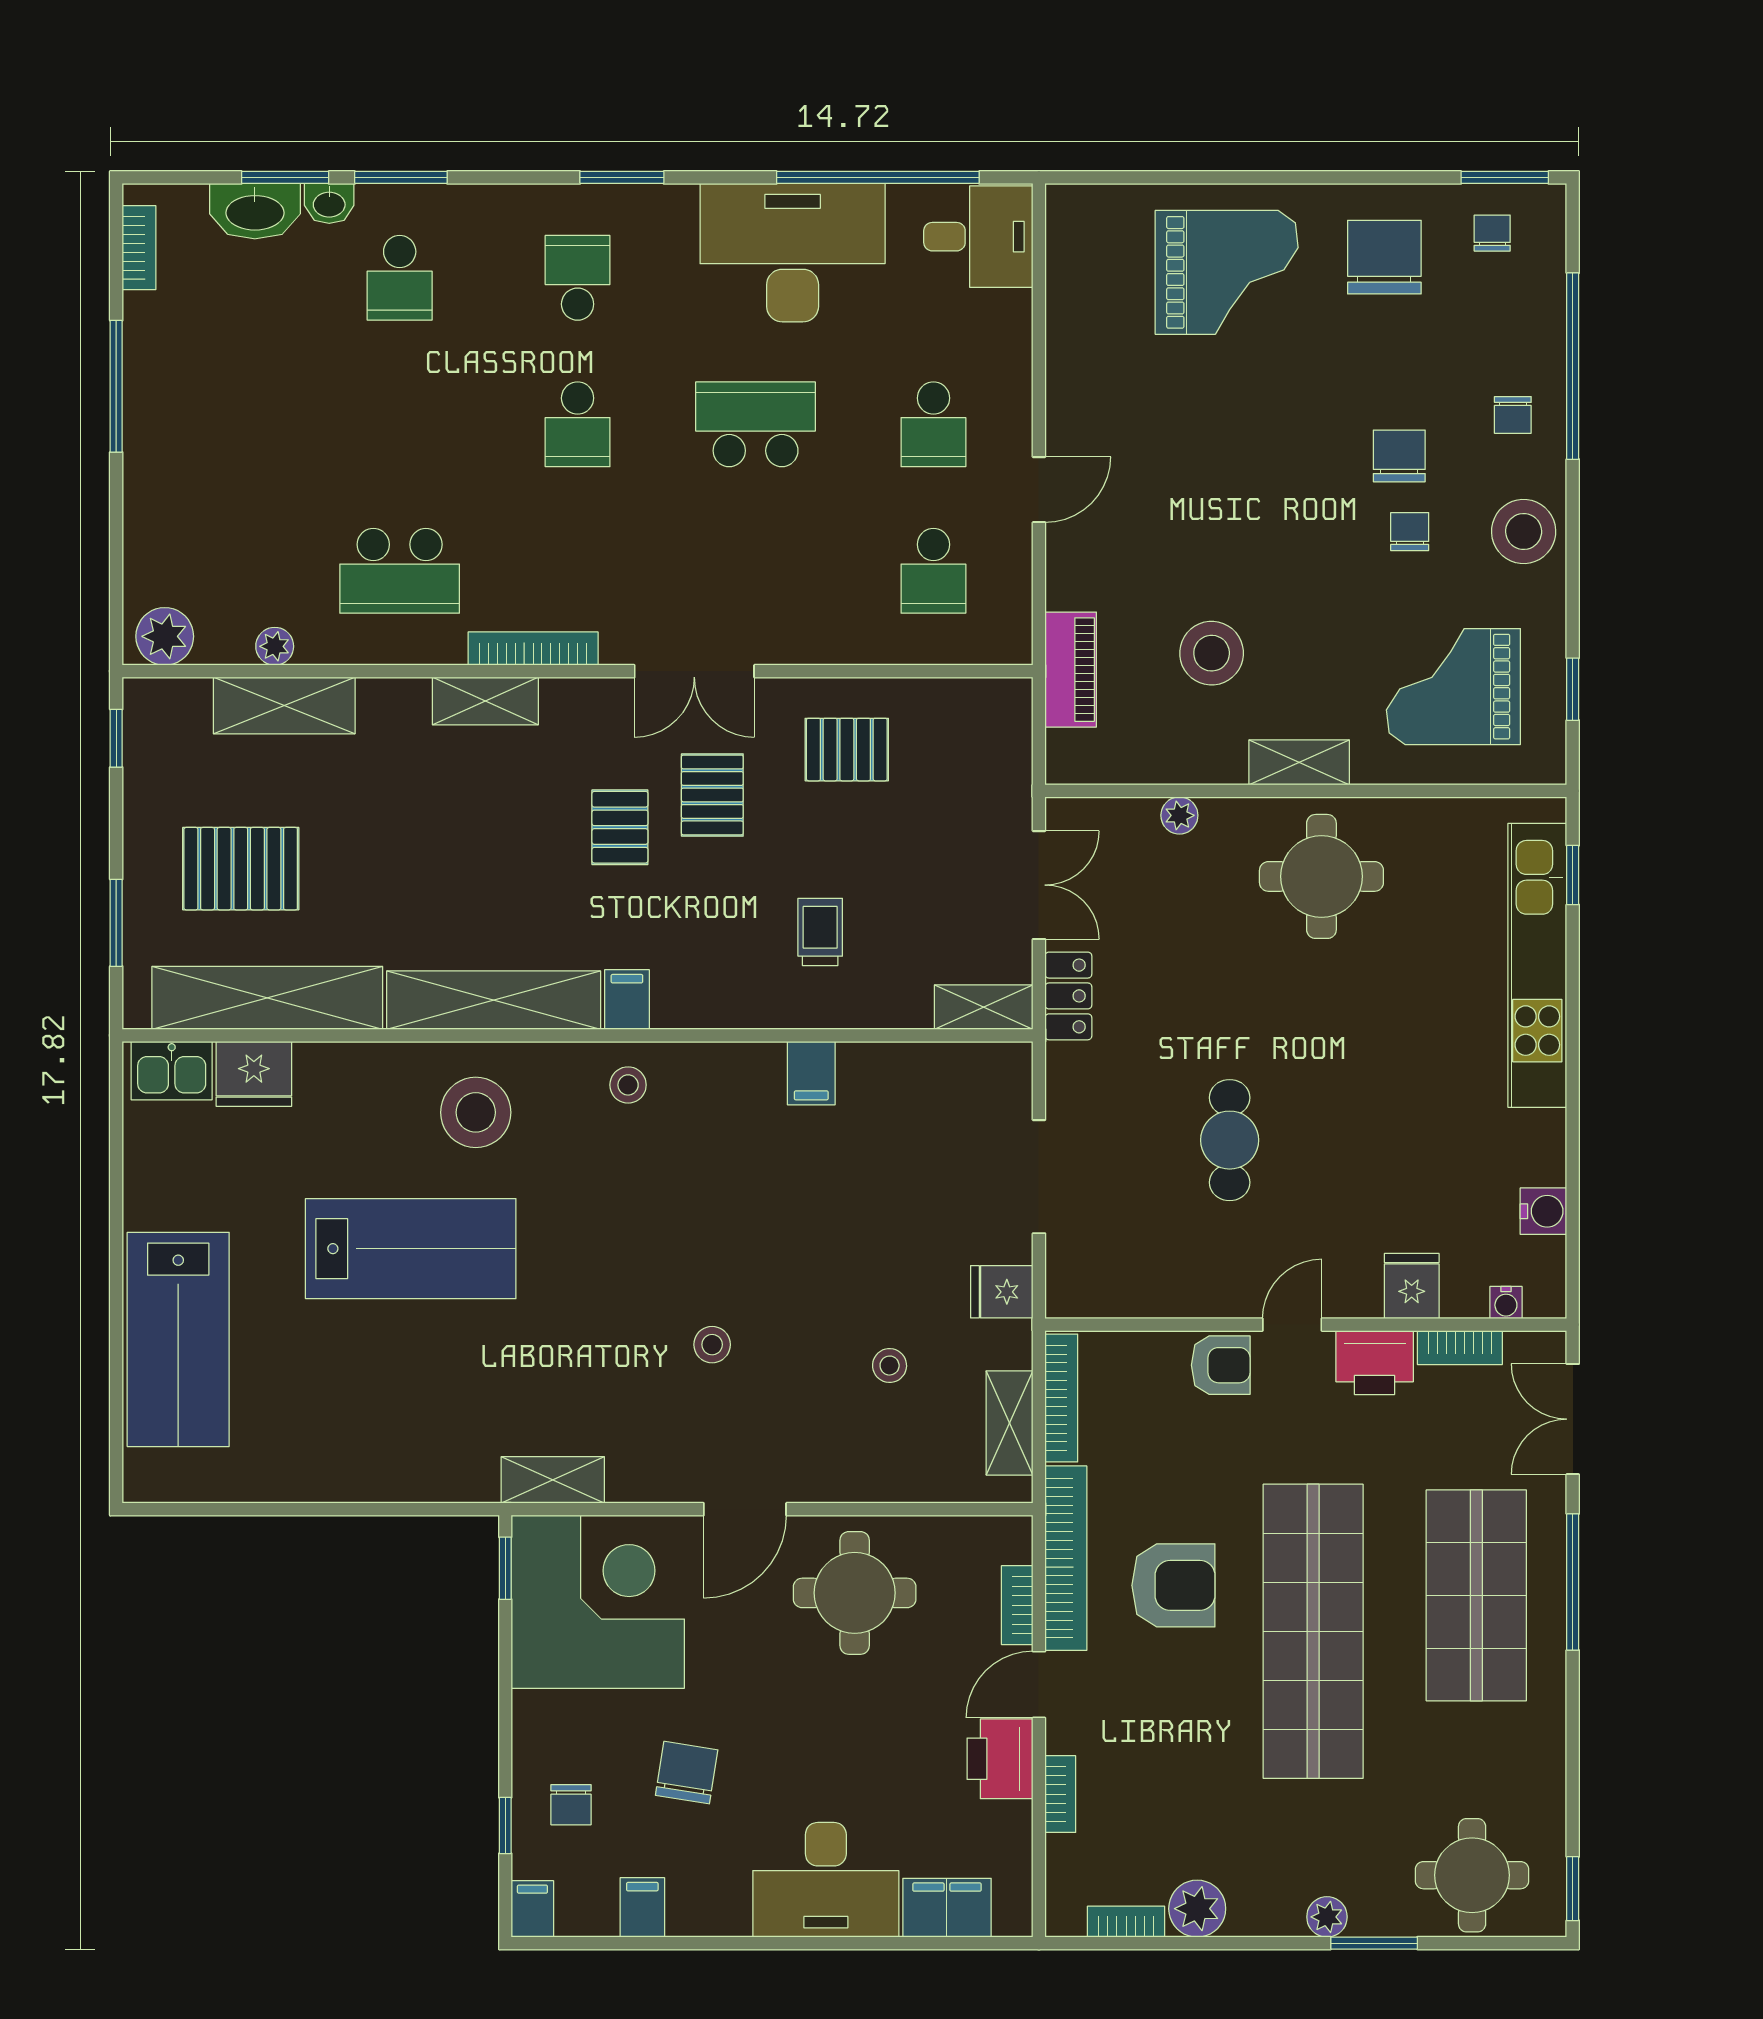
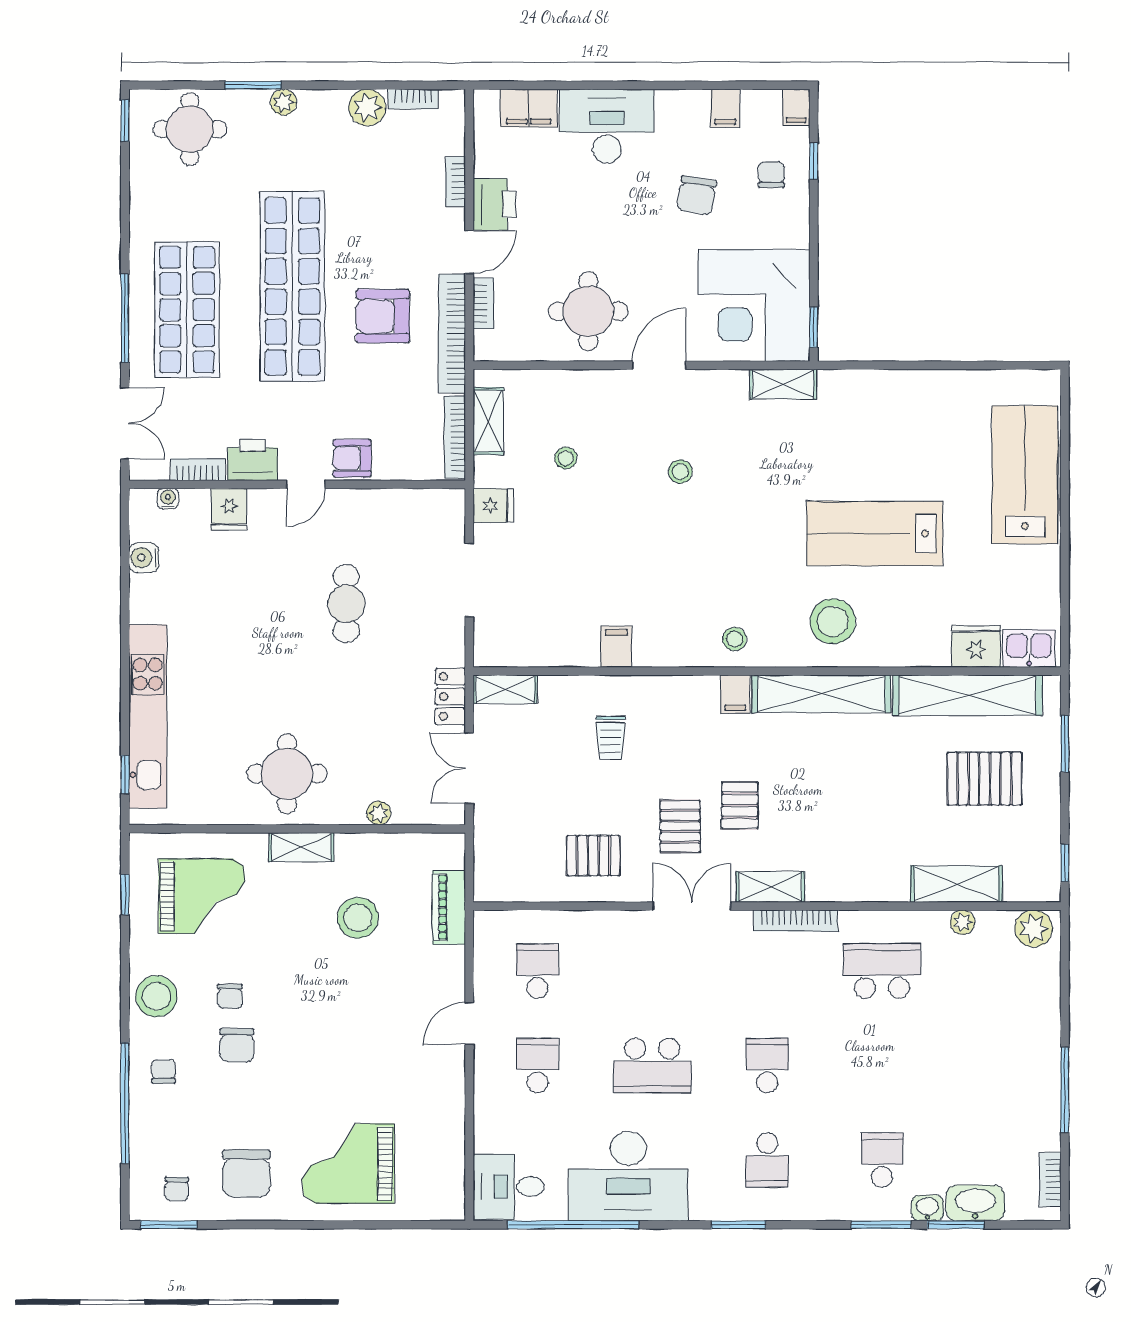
shelving: (485, 701) -> (770, 887), moved

